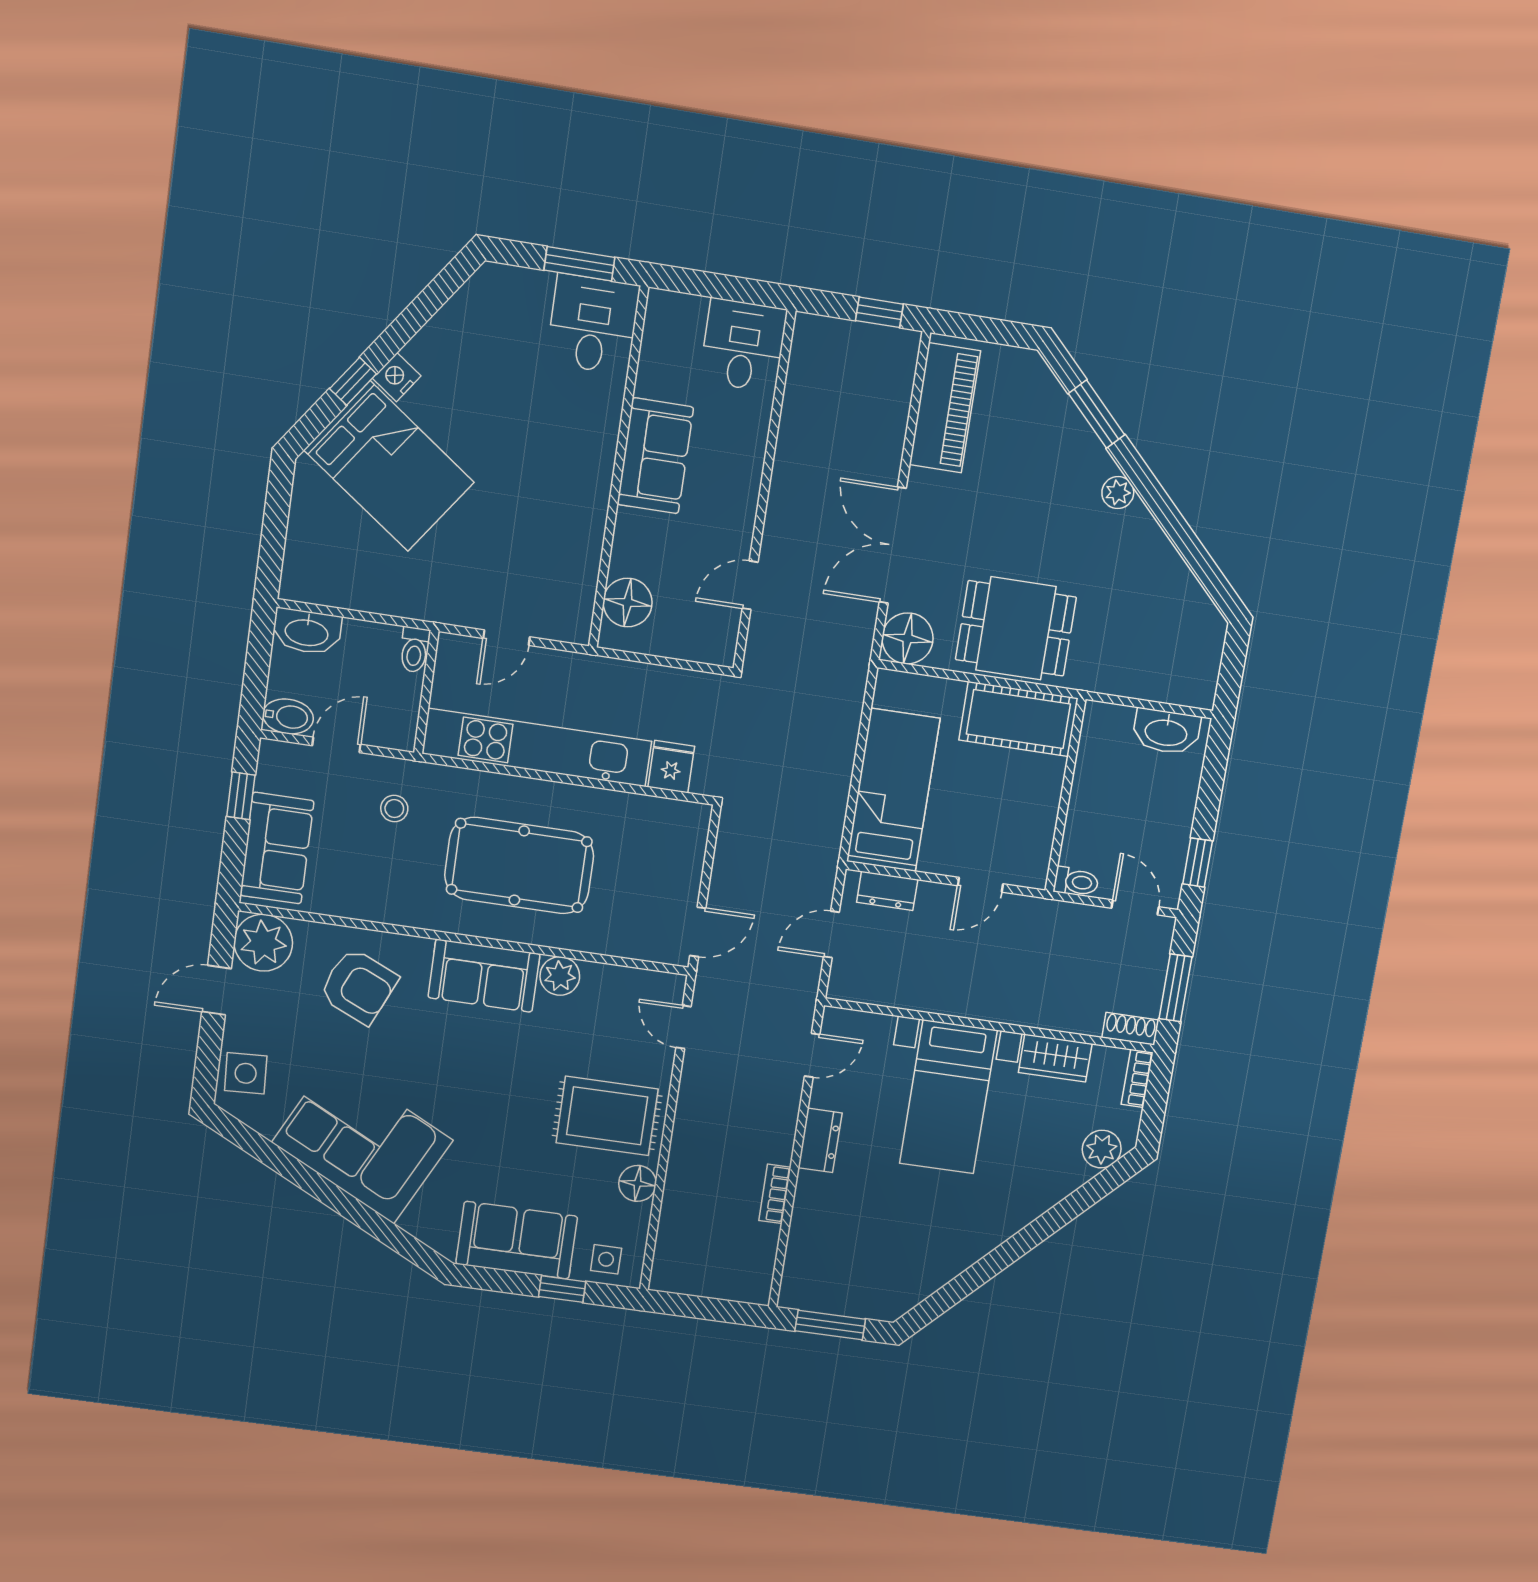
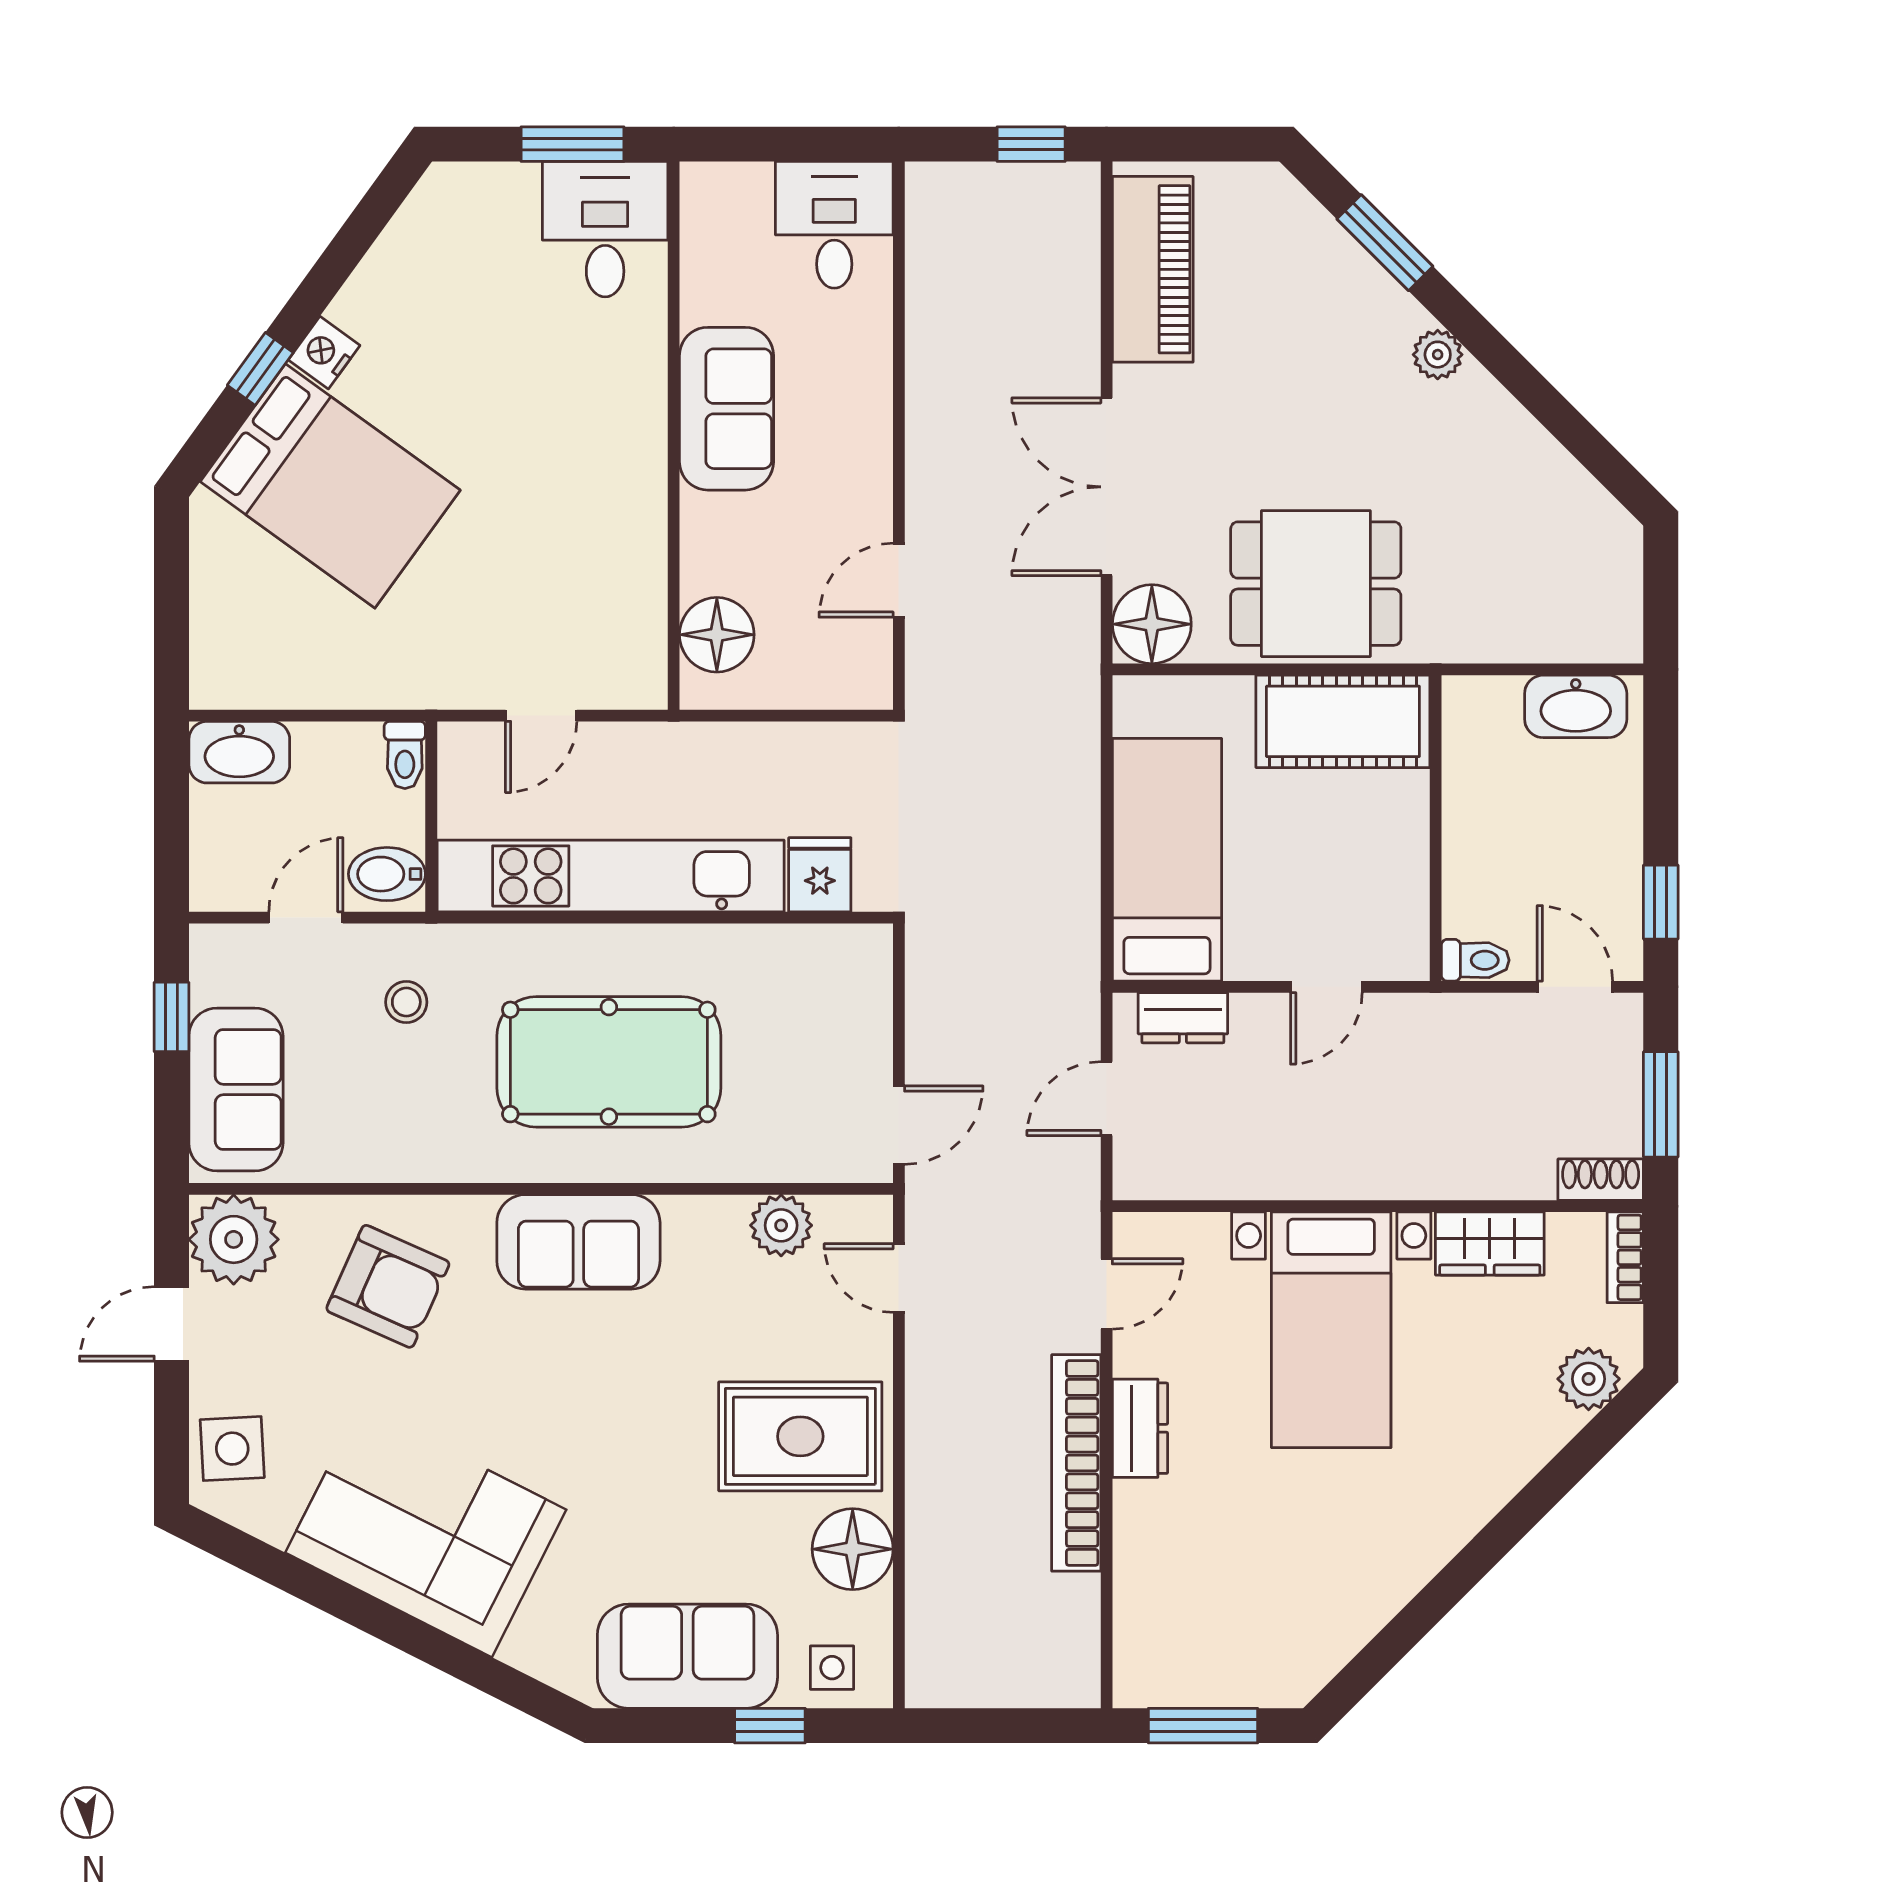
bidet: (288, 716) -> (387, 874), moved, turned 180
plant: (560, 976) -> (781, 1225), moved
floor lamp: (637, 1183) -> (853, 1549), width x1.38, depth x1.38
bookcase: (775, 1194) -> (1076, 1463), width x2.31, depth x1.31

